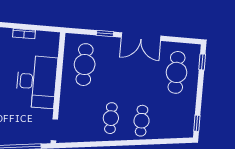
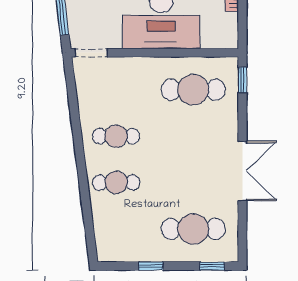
window: (105, 34) -> (242, 80), moved
double door: (141, 37) -> (242, 171), swing flipped
window: (197, 123) -> (151, 266), moved

